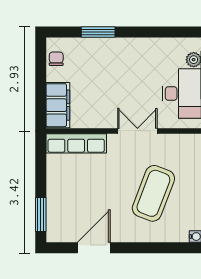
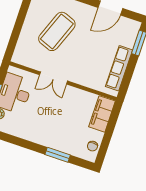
row of seats: (76, 143) -> (119, 68), moved, turned -90

